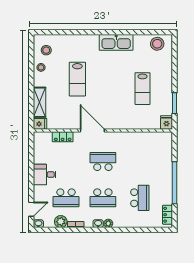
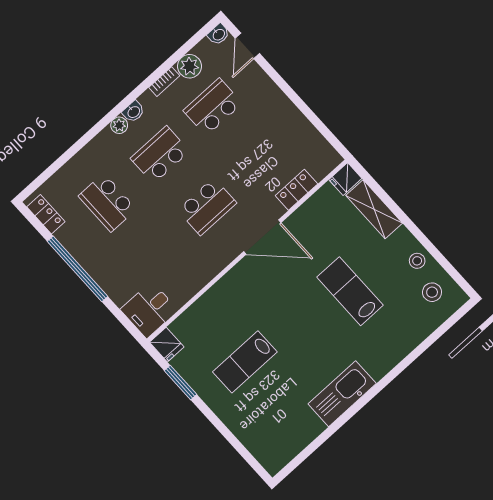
stool: (157, 44) -> (282, 445), removed
lab bench: (142, 89) -> (245, 362), turned -90
desk: (45, 175) -> (149, 310), moved, turned 180

